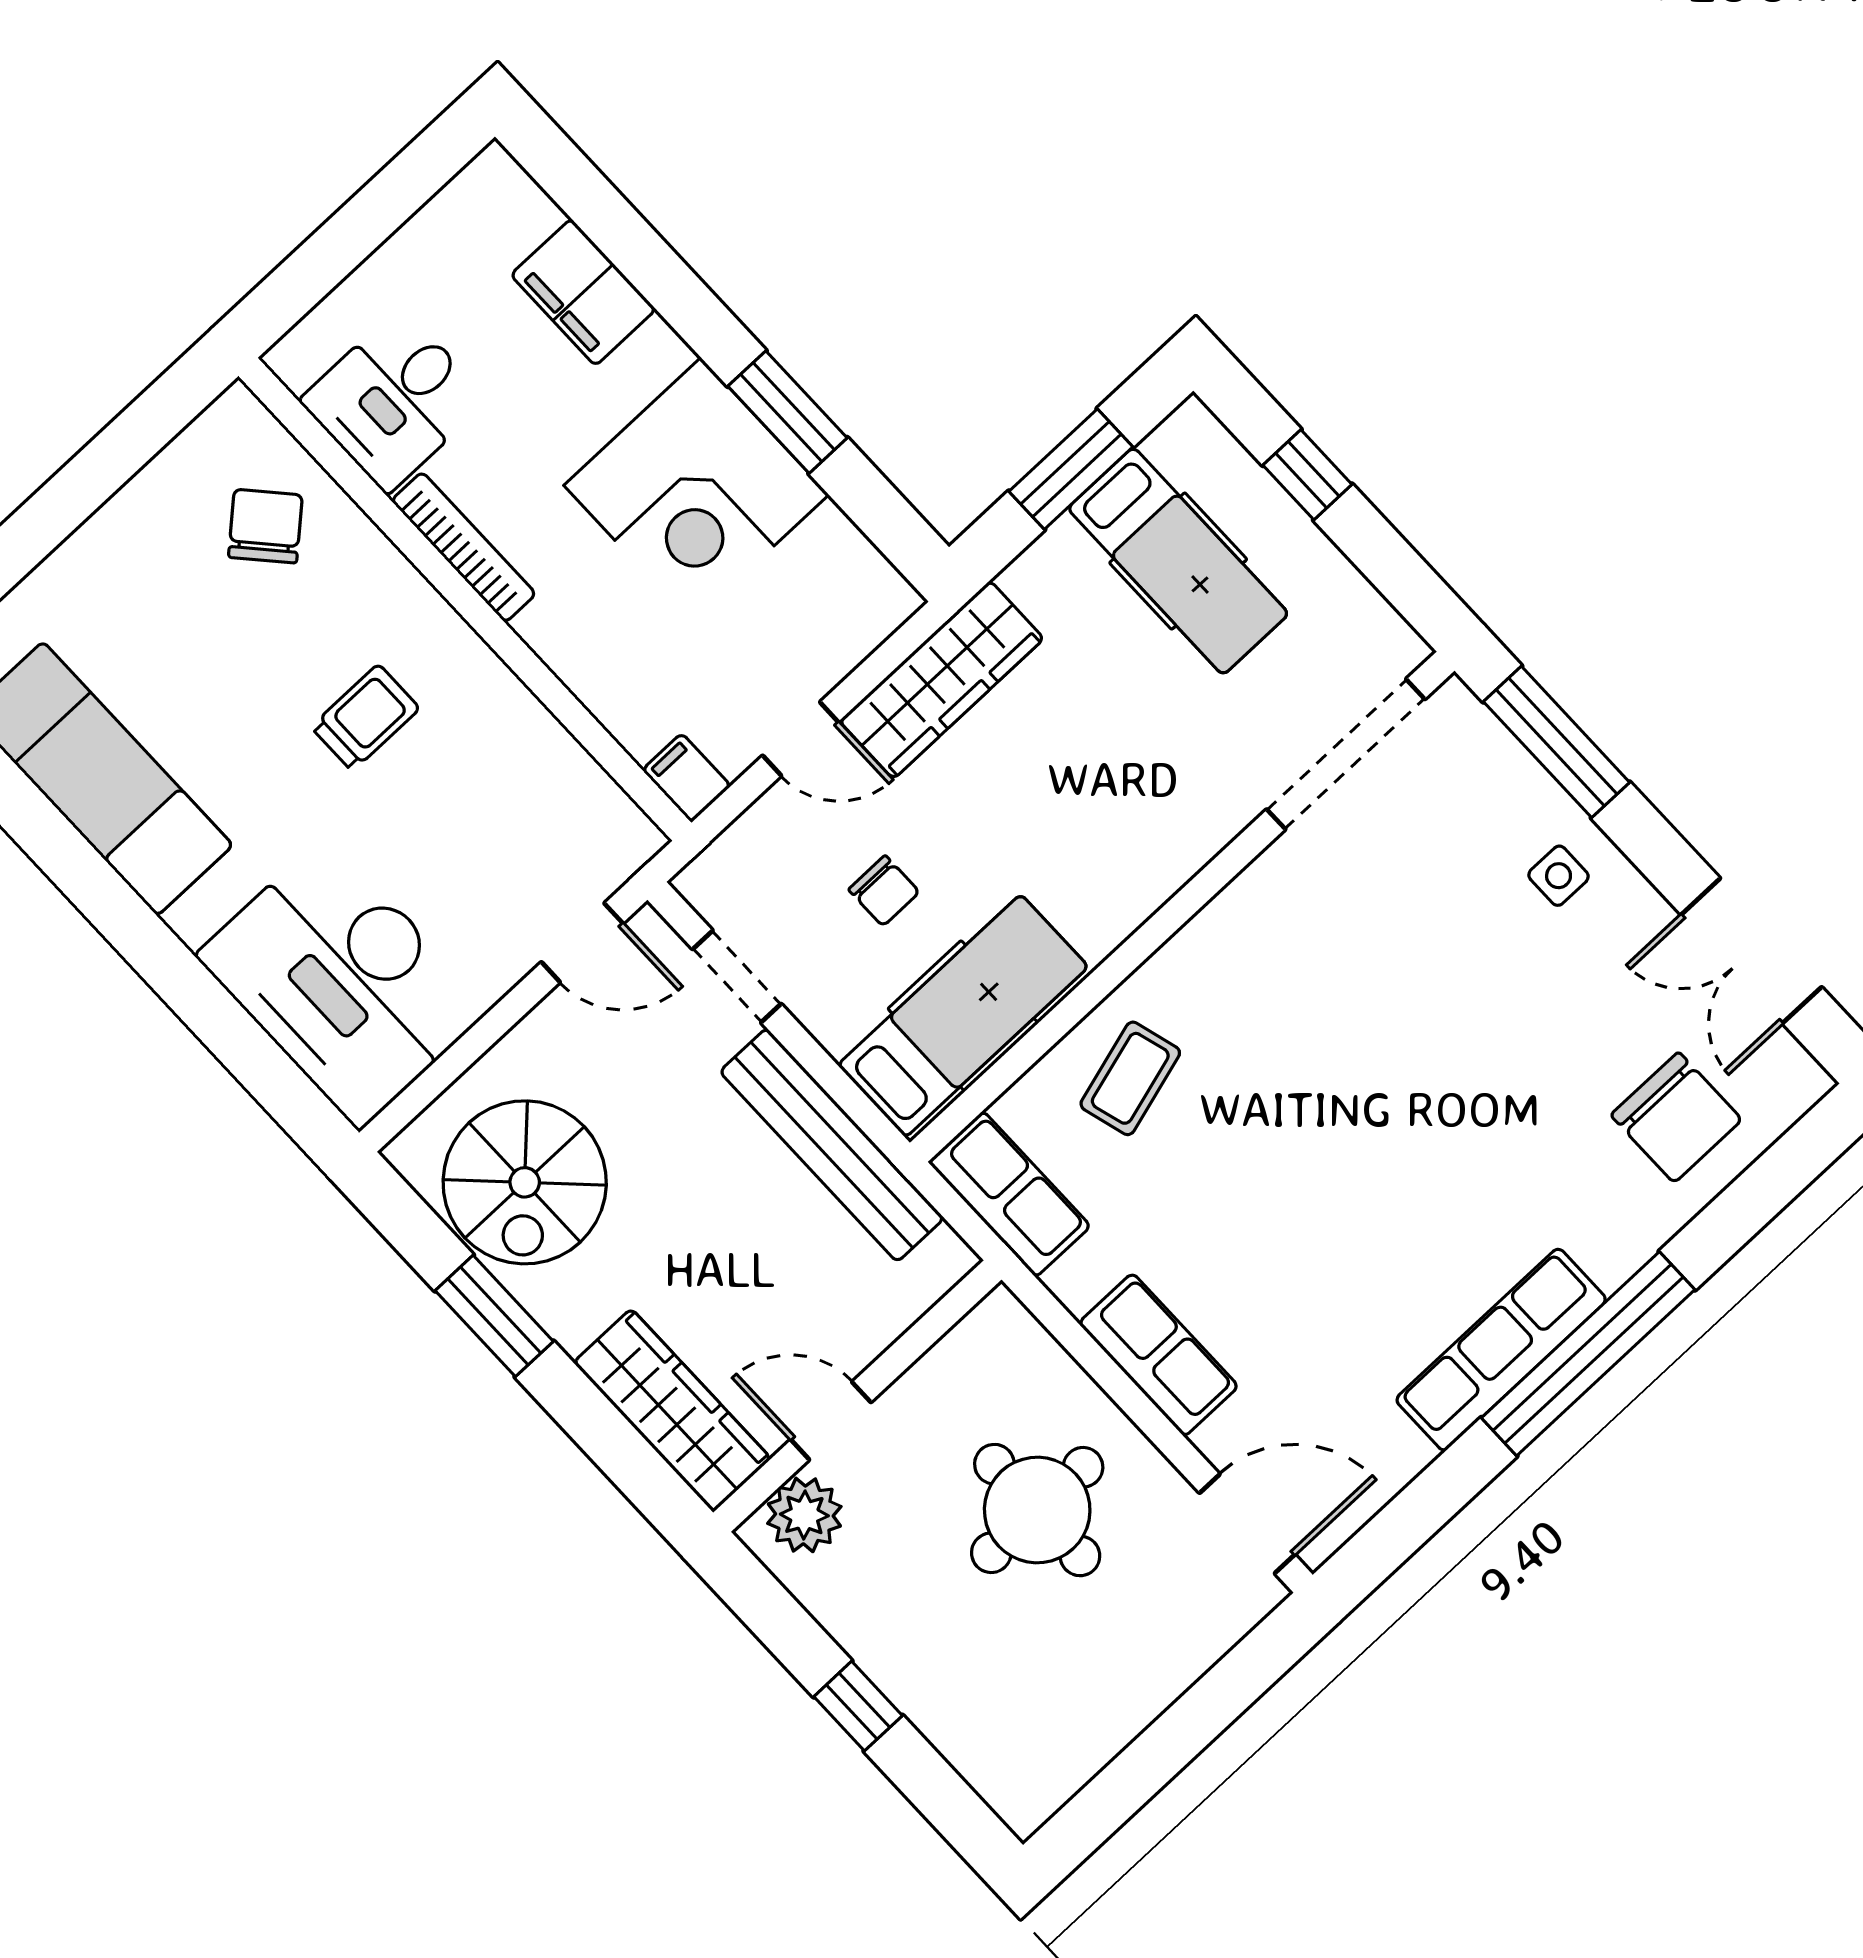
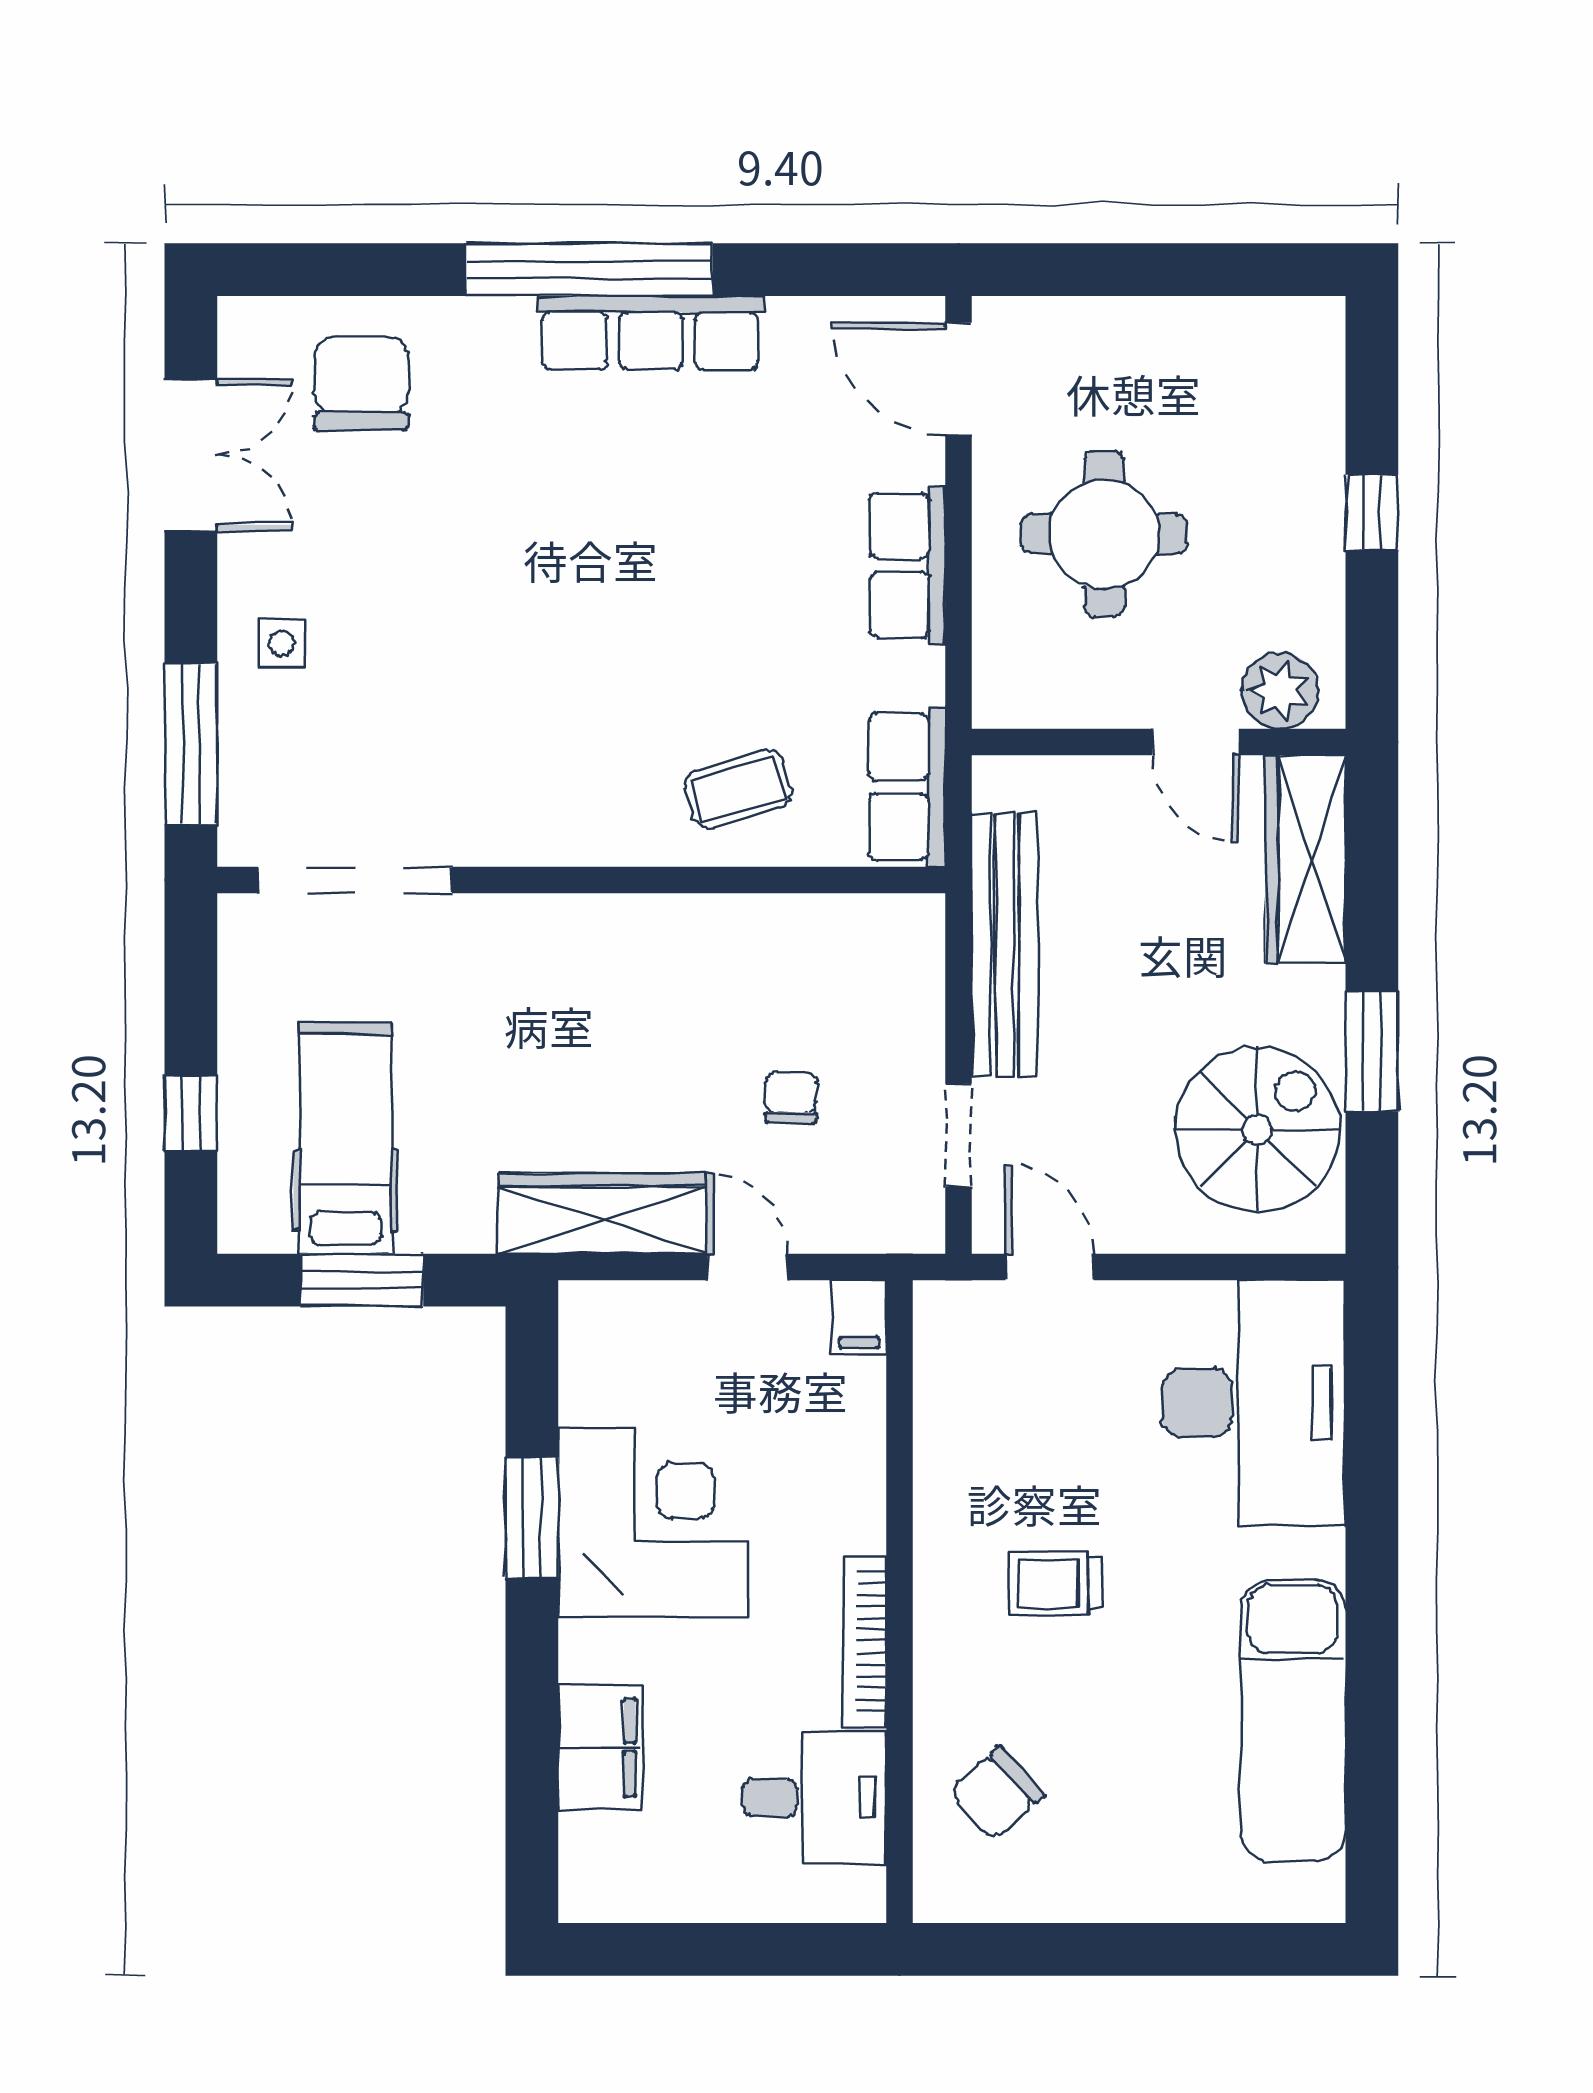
hospital bed: (963, 1016) -> (818, 950), removed

